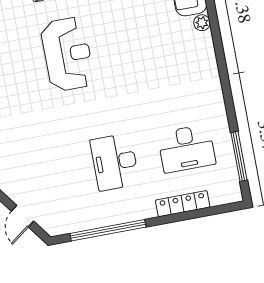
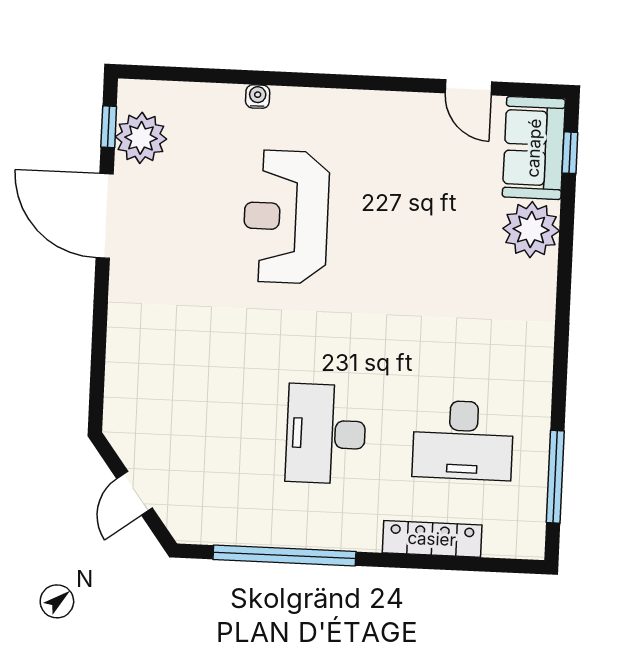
plant: (202, 23) -> (531, 230), width x1.88, depth x1.88
reception desk: (67, 54) -> (286, 217), turned 180

